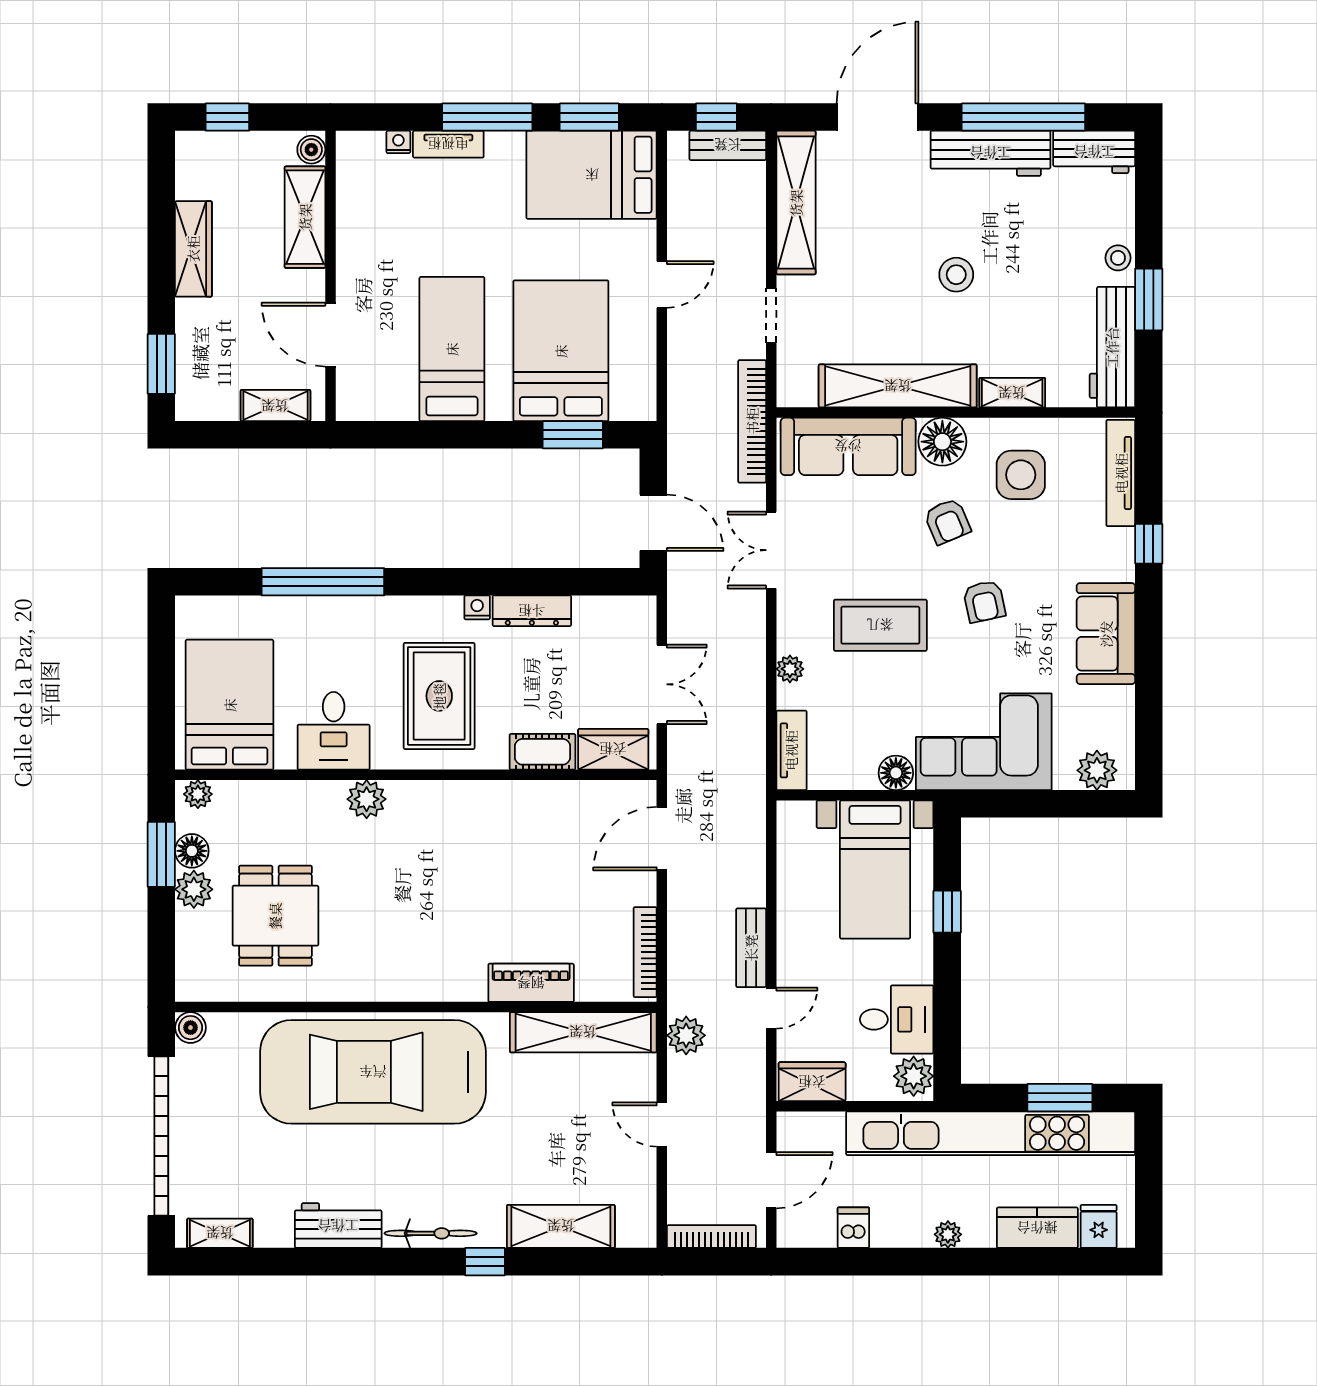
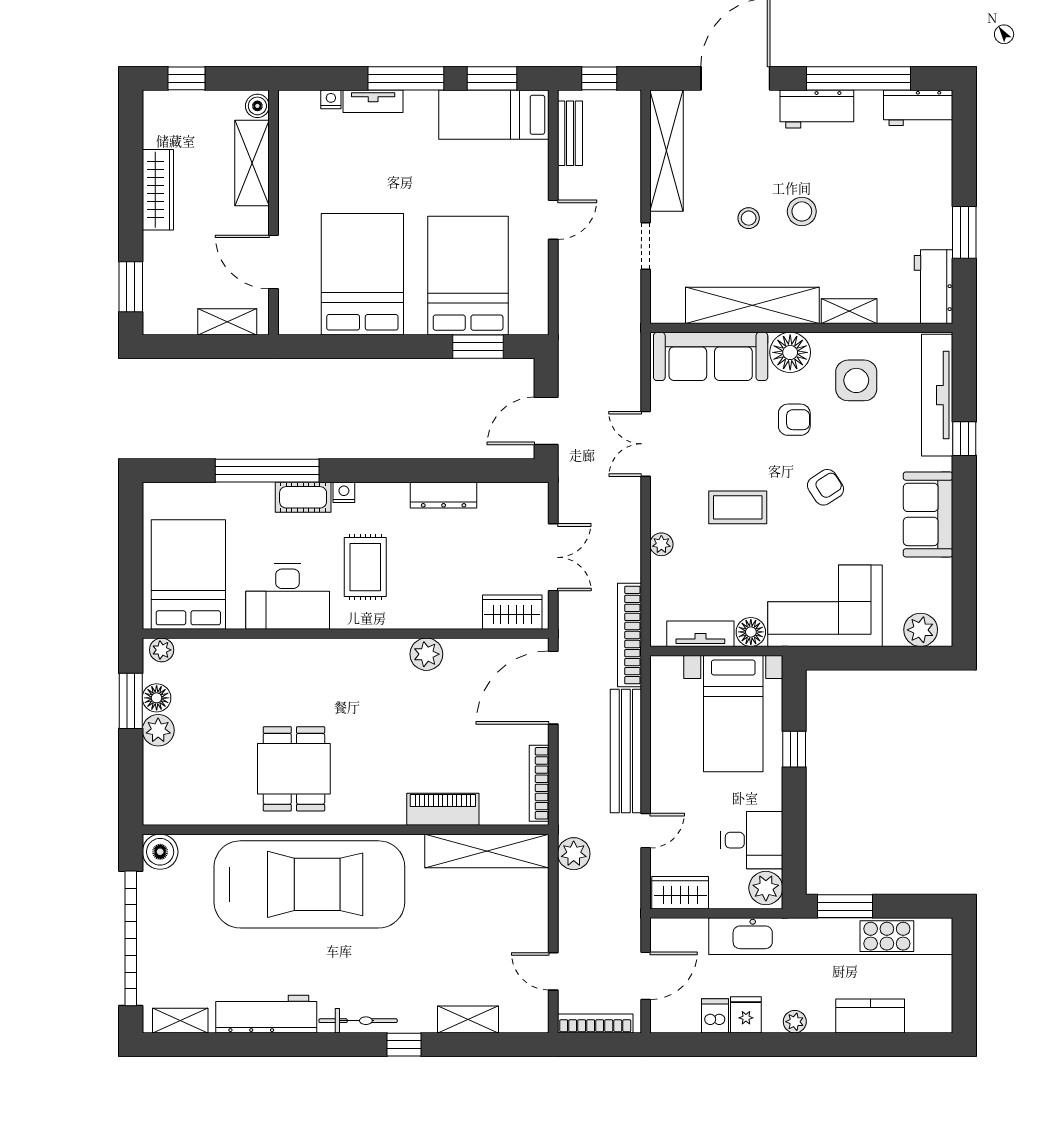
bench: (728, 145) -> (570, 133), moved, turned 90
workbench: (990, 153) -> (817, 109), width x0.73
bed: (592, 175) -> (494, 115), width x0.67
stool: (1118, 258) -> (749, 218), moved
workbench: (1112, 347) -> (934, 287), width x0.73
bed: (452, 349) -> (362, 274), width x1.50
bookcase: (752, 421) -> (630, 635), moved
tv unit: (1121, 473) -> (937, 395), width x1.36, depth x1.29
armchair: (947, 521) -> (794, 420), turned -67
door: (653, 523) -> (546, 421), swing flipped
armchair: (984, 601) -> (825, 487), turned -111
nightstand: (477, 607) -> (344, 492), moved
coffee table: (880, 625) -> (738, 507), width x0.73, depth x0.76
rug: (439, 696) -> (365, 567), width x0.73, depth x0.70
desk: (334, 731) -> (288, 596), width x1.37
tv unit: (791, 750) -> (700, 634), moved, turned -90
cot: (542, 752) -> (303, 497), moved
plant: (367, 799) -> (426, 654), moved
door: (662, 839) -> (553, 688), width x1.36
dining table: (275, 916) -> (294, 769), moved
bench: (751, 948) -> (626, 751), width x1.86, depth x1.21
boiler: (190, 1028) -> (160, 852), width x1.36, depth x1.36
car: (373, 1072) -> (309, 884), turned 180
window: (1060, 1098) -> (845, 906), moved
door: (662, 1124) -> (553, 971), moved
workbench: (338, 1226) -> (266, 1014), width x1.38
shelving: (561, 1226) -> (468, 1019), width x0.67, depth x0.75
fridge: (1099, 1226) -> (746, 1015), moved

